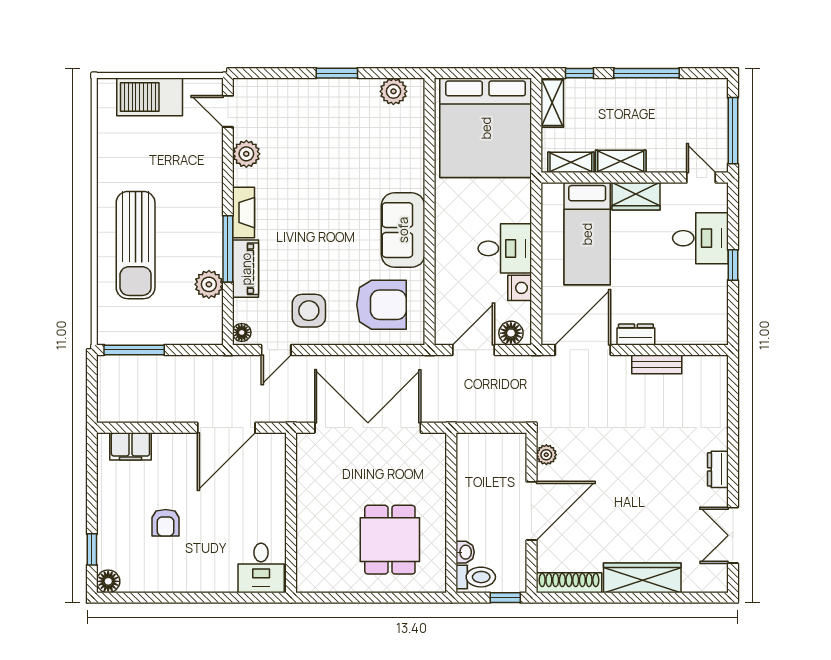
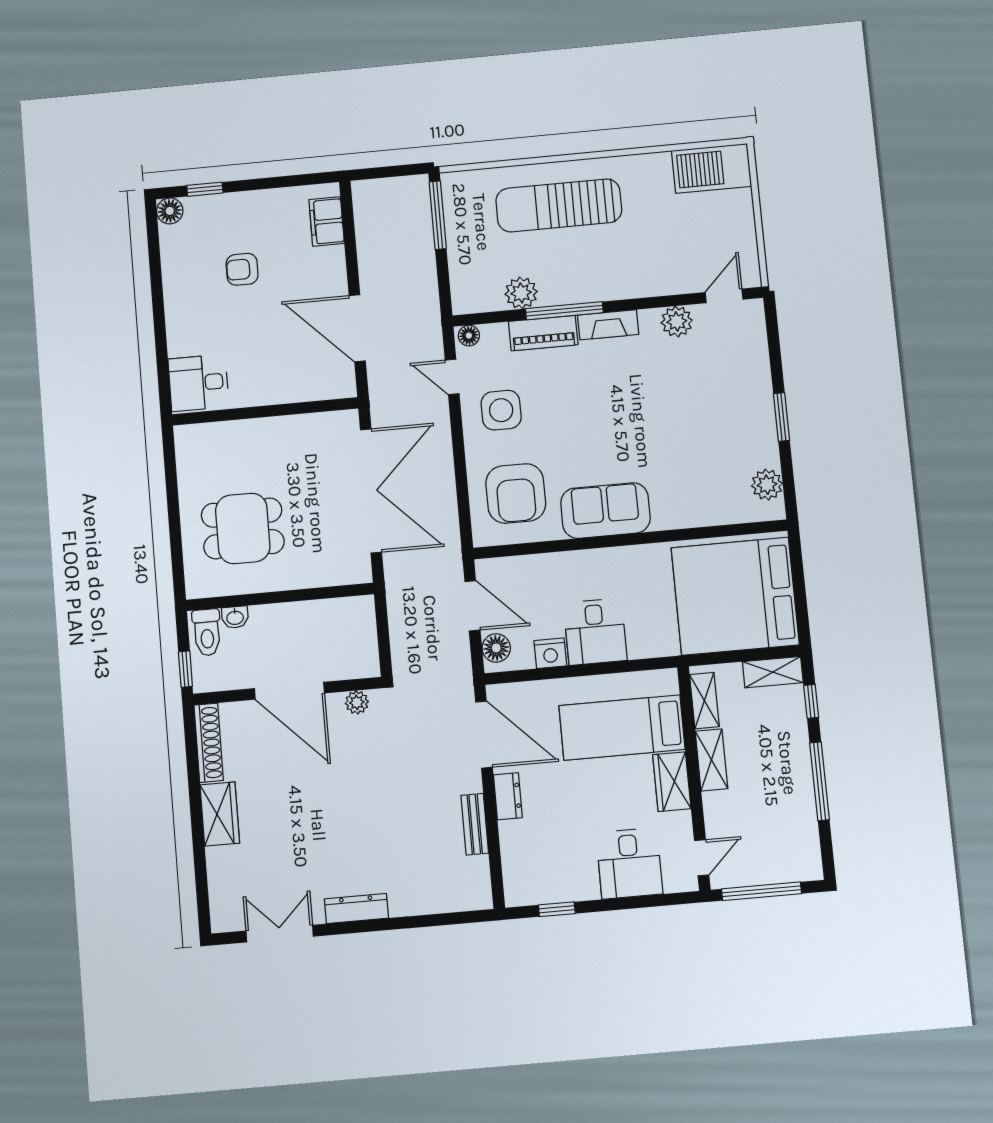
barbecue: (150, 97) -> (712, 168), moved, turned -90
window: (733, 265) -> (557, 909), moved
dresser: (718, 469) -> (356, 909), width x1.44
wardrobe: (642, 578) -> (220, 814), width x0.67

